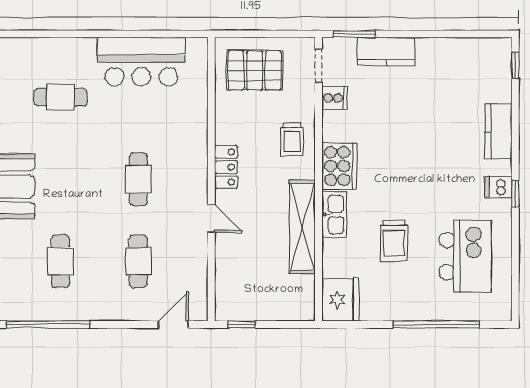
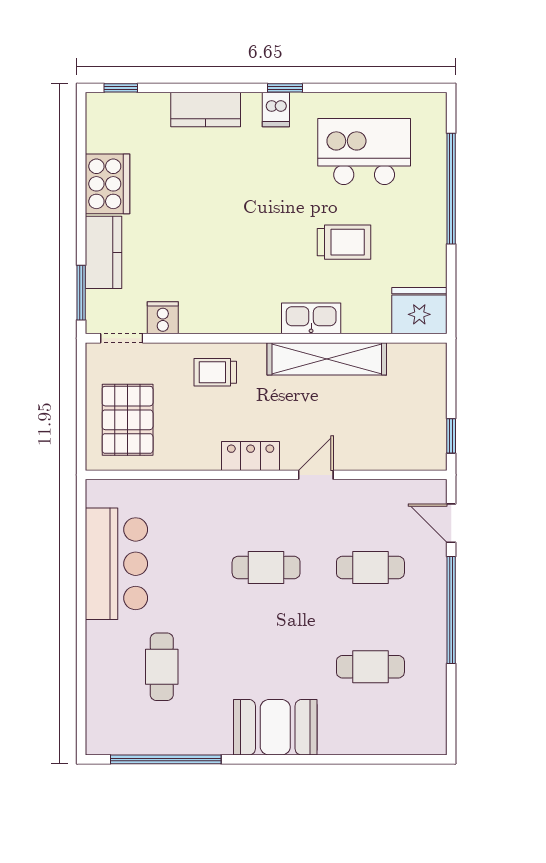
trolley: (292, 139) -> (215, 372), turned 180
cooker: (339, 166) -> (107, 184), moved, turned 90
window: (48, 325) -> (451, 610), moved

